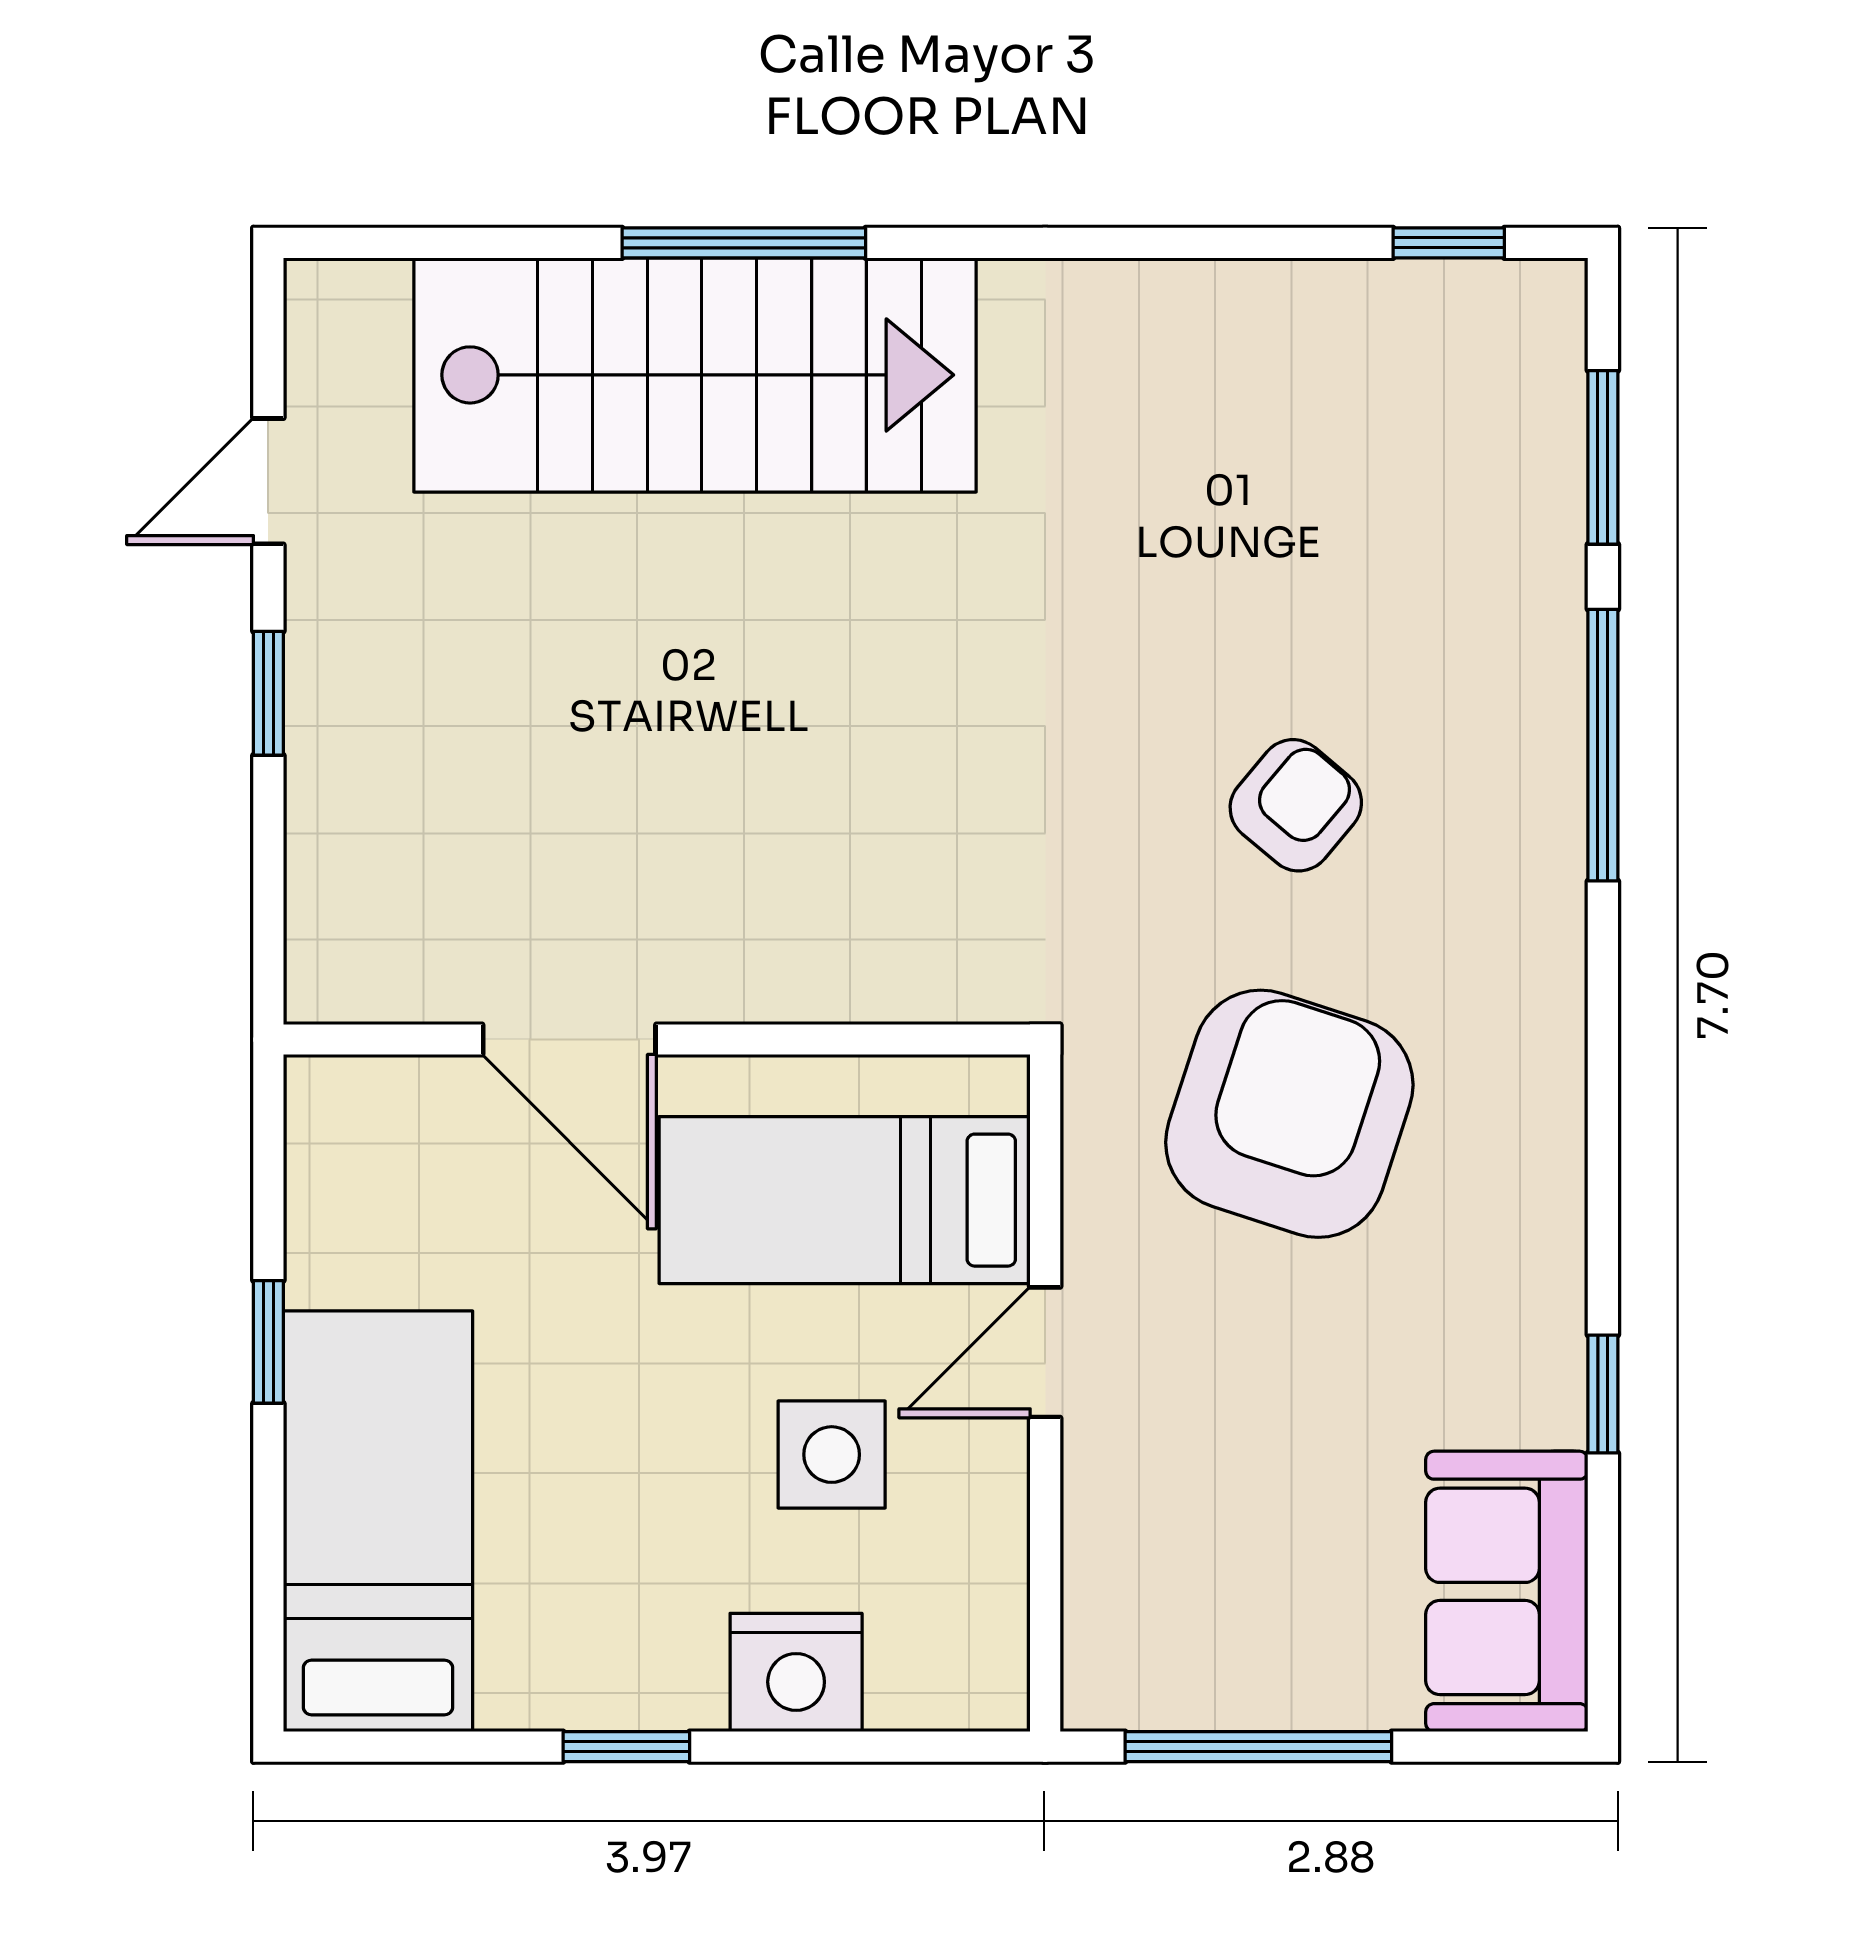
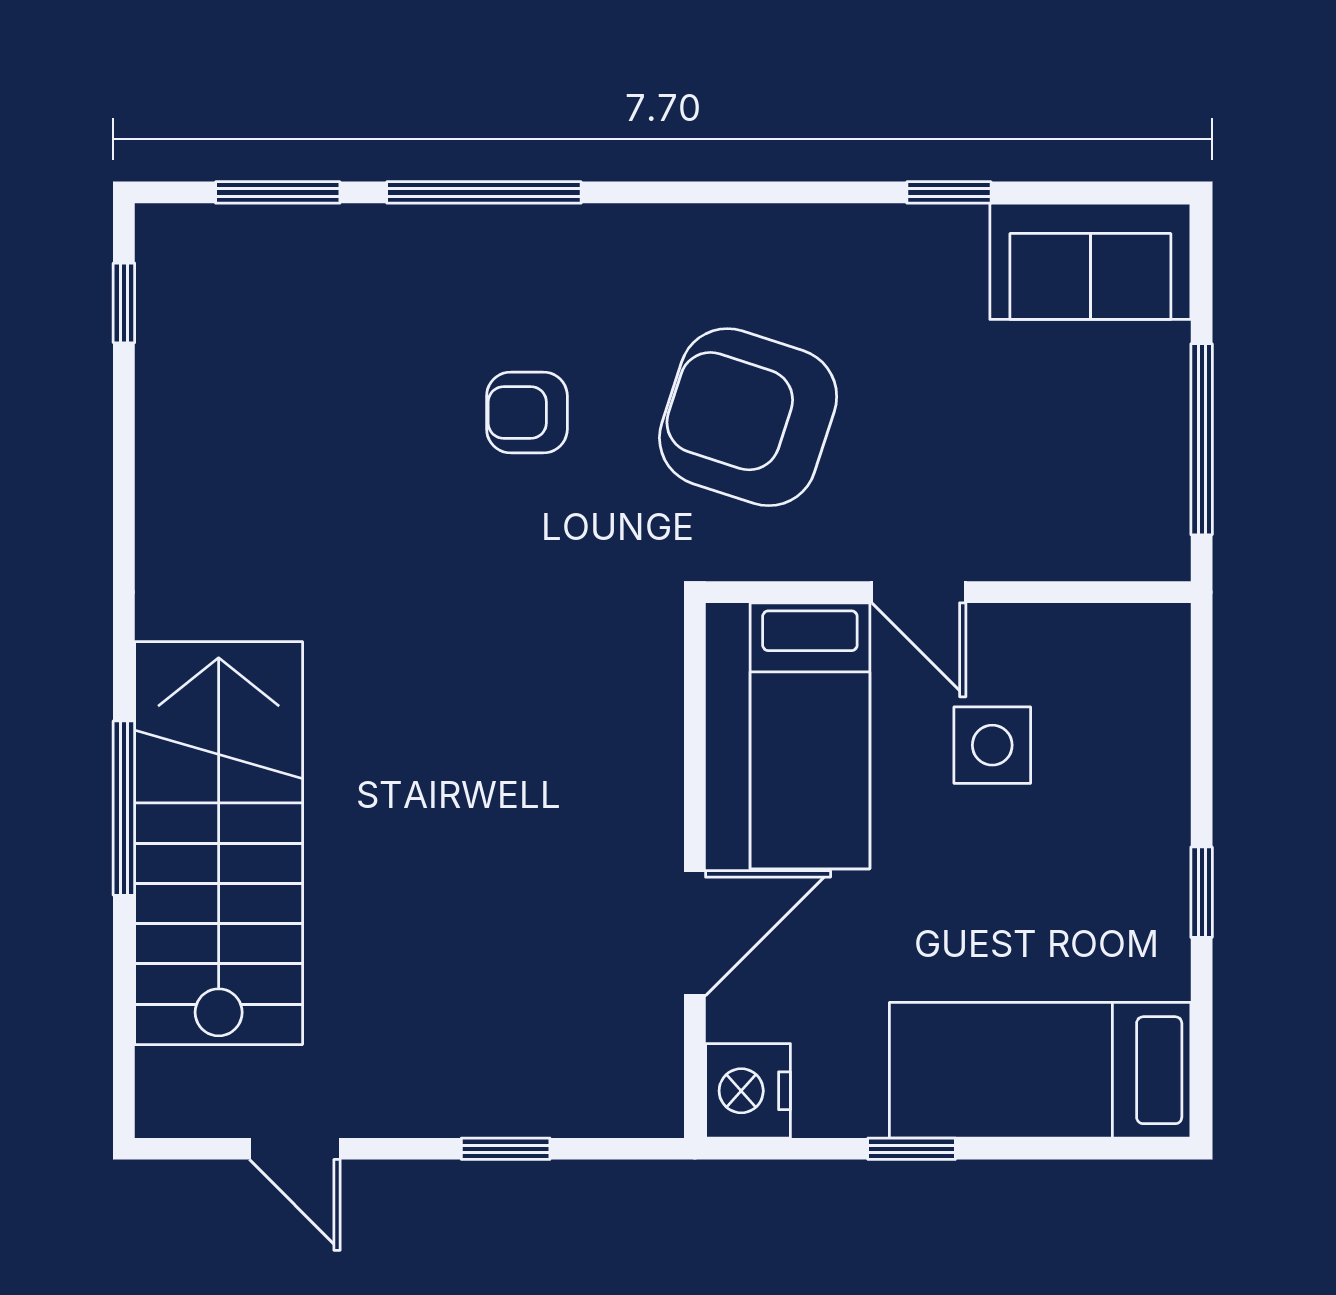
window: (268, 693) -> (506, 1149), moved
armchair: (1296, 805) -> (527, 412), turned -40
nightstand: (796, 1672) -> (748, 1091), moved, turned 180

